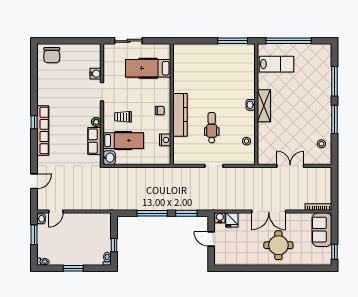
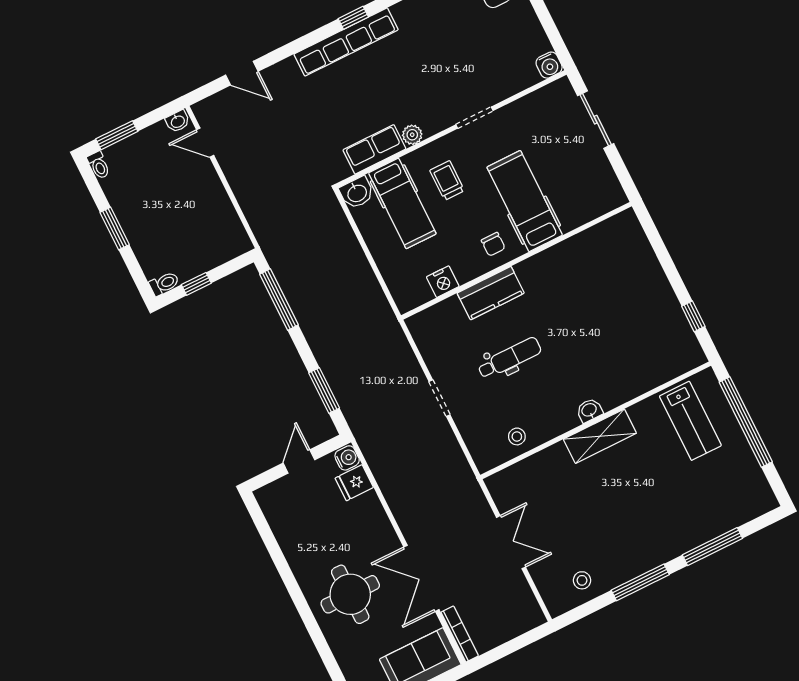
window: (233, 41) -> (693, 316), width x0.46
hospital bed: (148, 68) -> (525, 201), moved
water cooler: (95, 74) -> (549, 65), moved
kitchen counter: (180, 115) -> (491, 293), width x0.67
double door: (269, 212) -> (421, 578), moved
window: (152, 213) -> (279, 300), moved
window: (34, 235) -> (117, 135), moved

